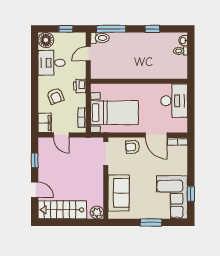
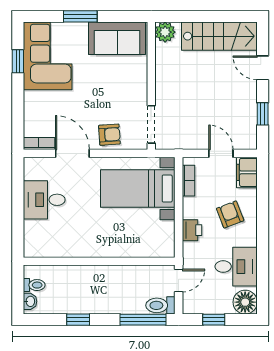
wall: (139, 81) -> (99, 261), moved
desk: (174, 101) -> (44, 200), width x0.73
sofa: (119, 193) -> (117, 38), moved, turned -90

